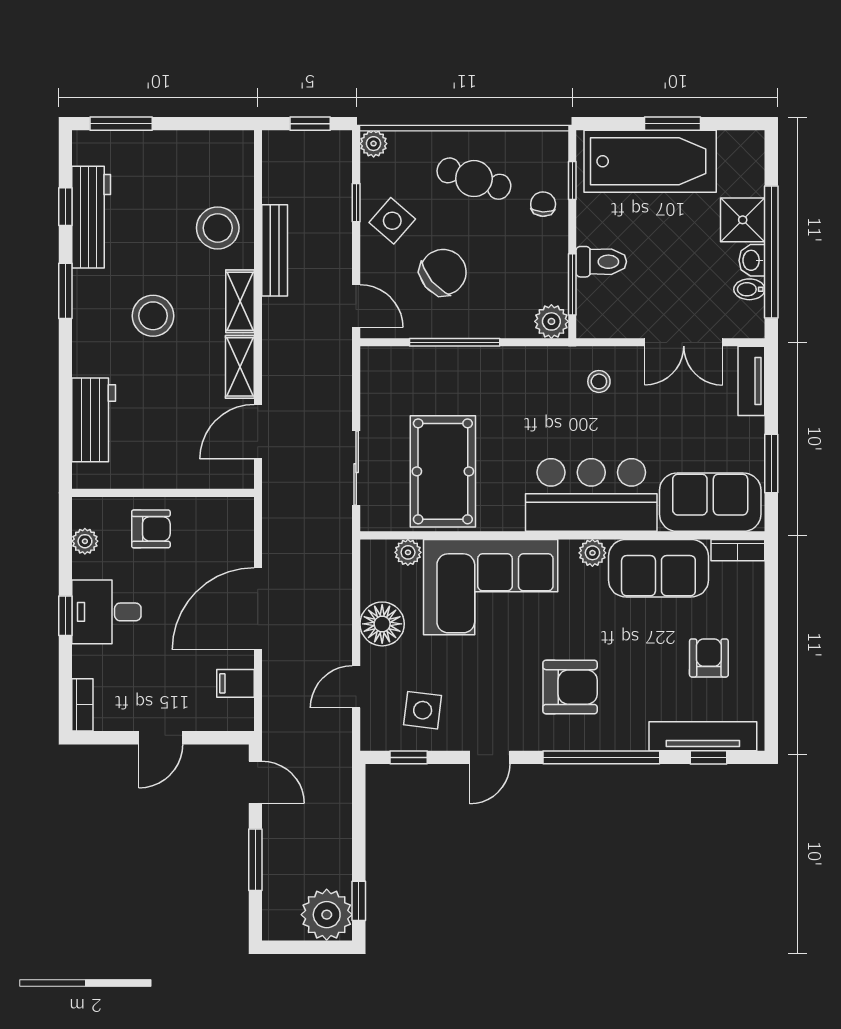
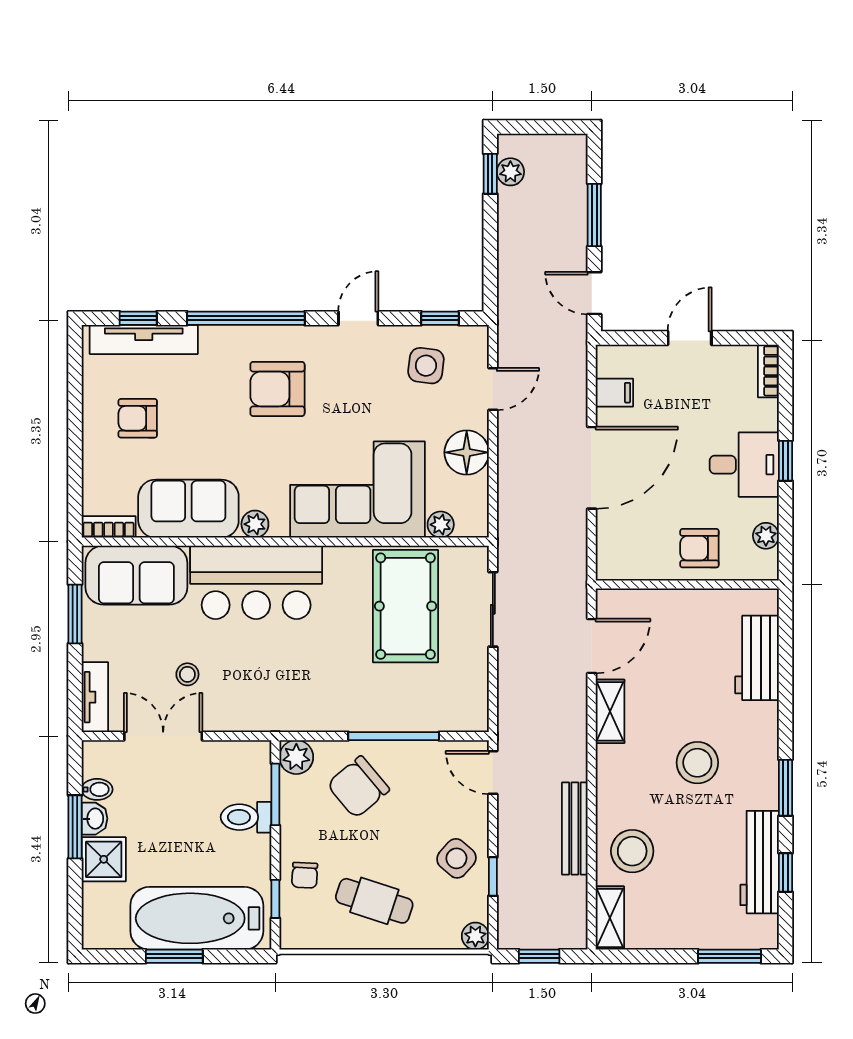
window: (771, 252) -> (75, 827), width x0.47
chair: (443, 272) -> (358, 787), moved
shelving: (240, 301) -> (610, 918), moved
stool: (599, 381) -> (187, 674), moved
armchair: (709, 658) -> (138, 418), turned 90
plant: (327, 915) -> (510, 172), width x0.53, depth x0.53

